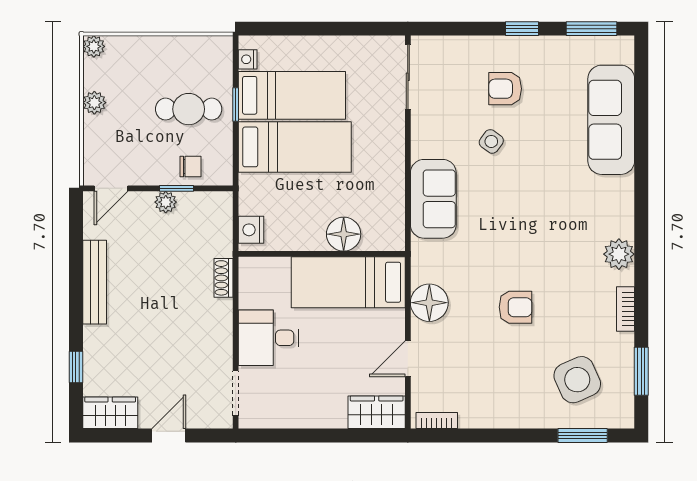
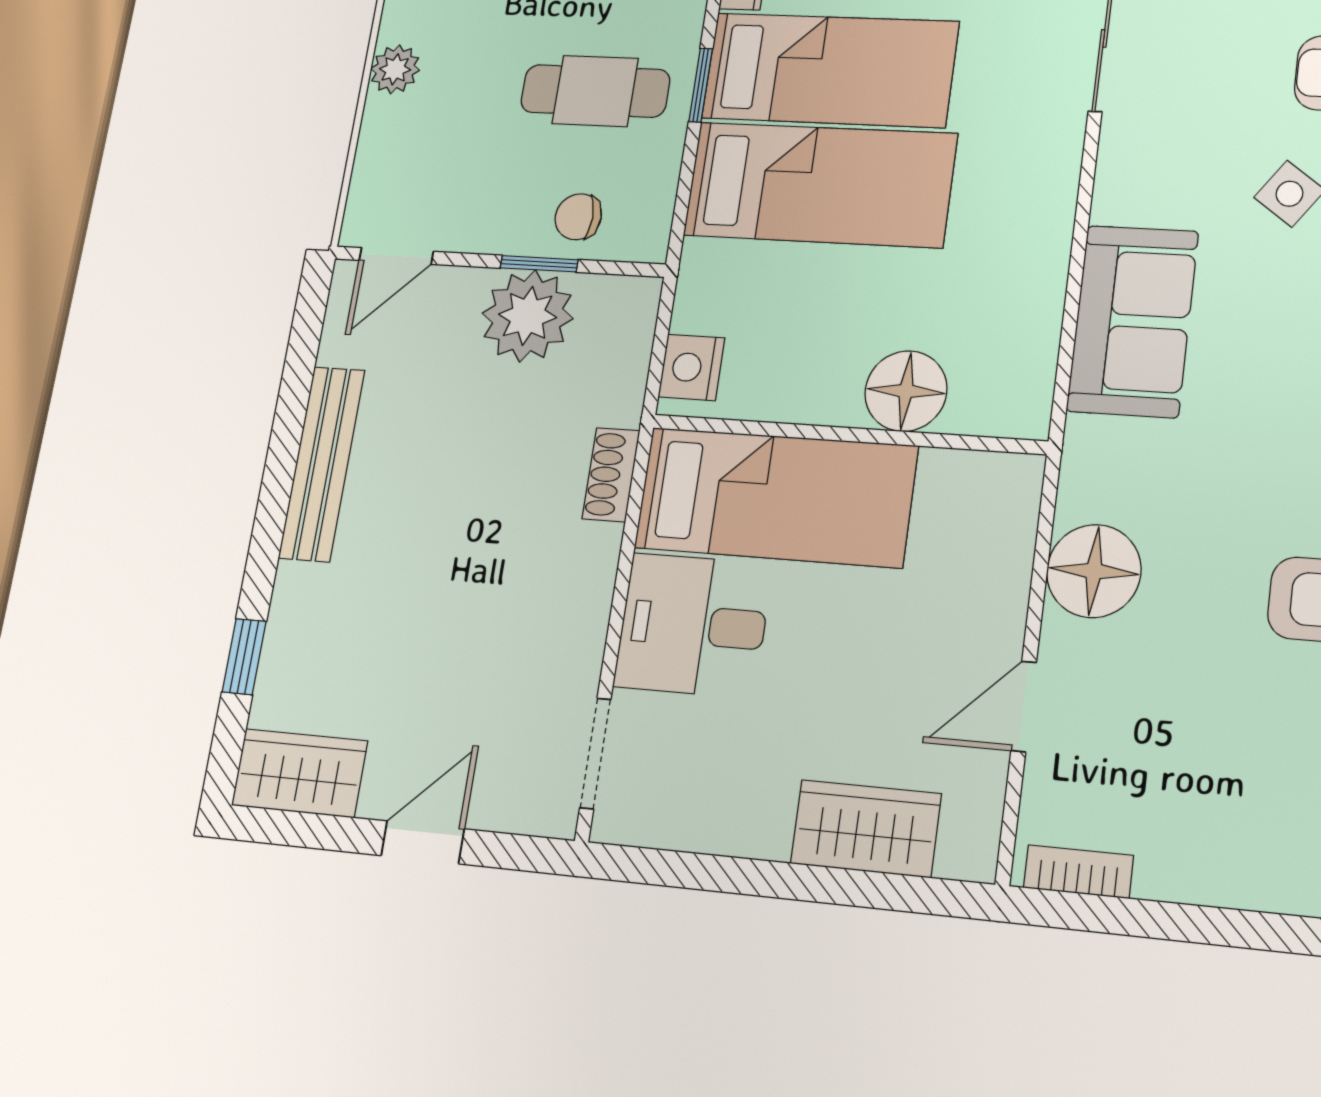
chair: (190, 166) -> (578, 217), turned 180
plant: (166, 202) -> (528, 316), width x1.88, depth x1.88
bed: (348, 282) -> (776, 497), moved, turned 180
wardrobe: (377, 412) -> (866, 829), moved

